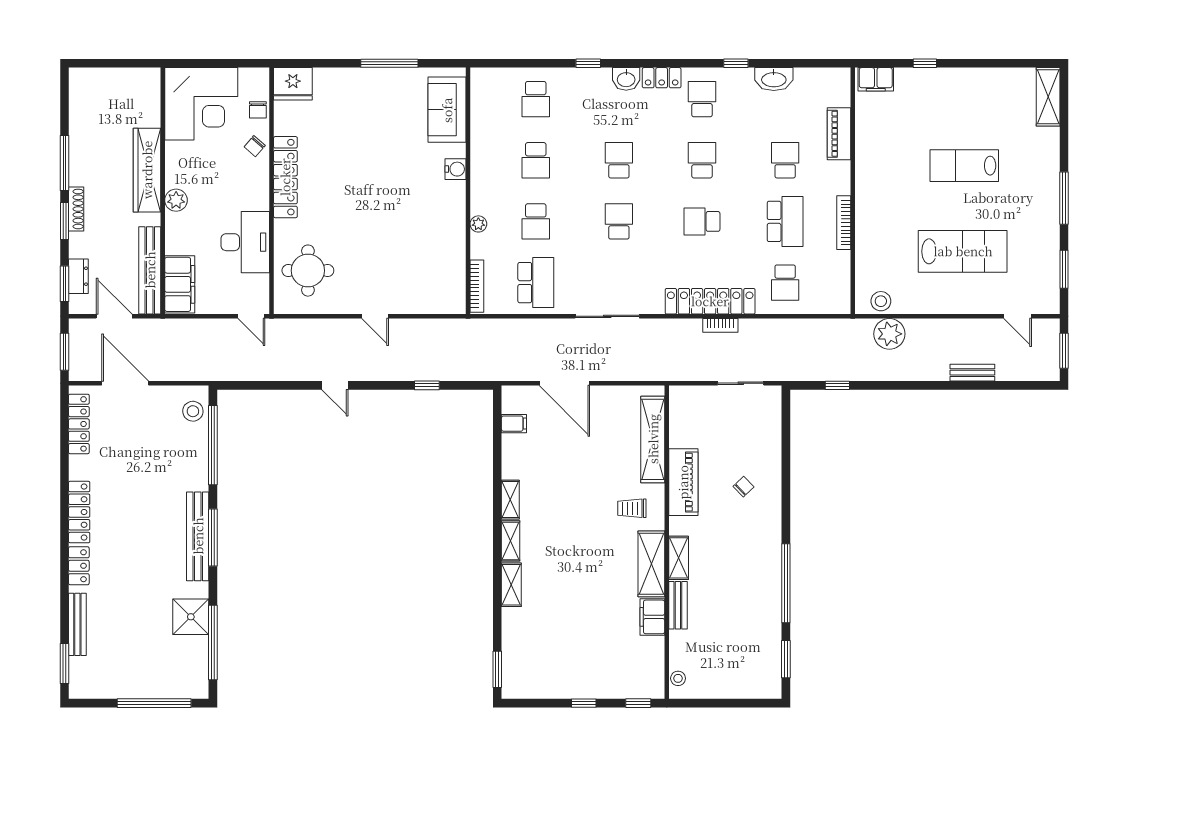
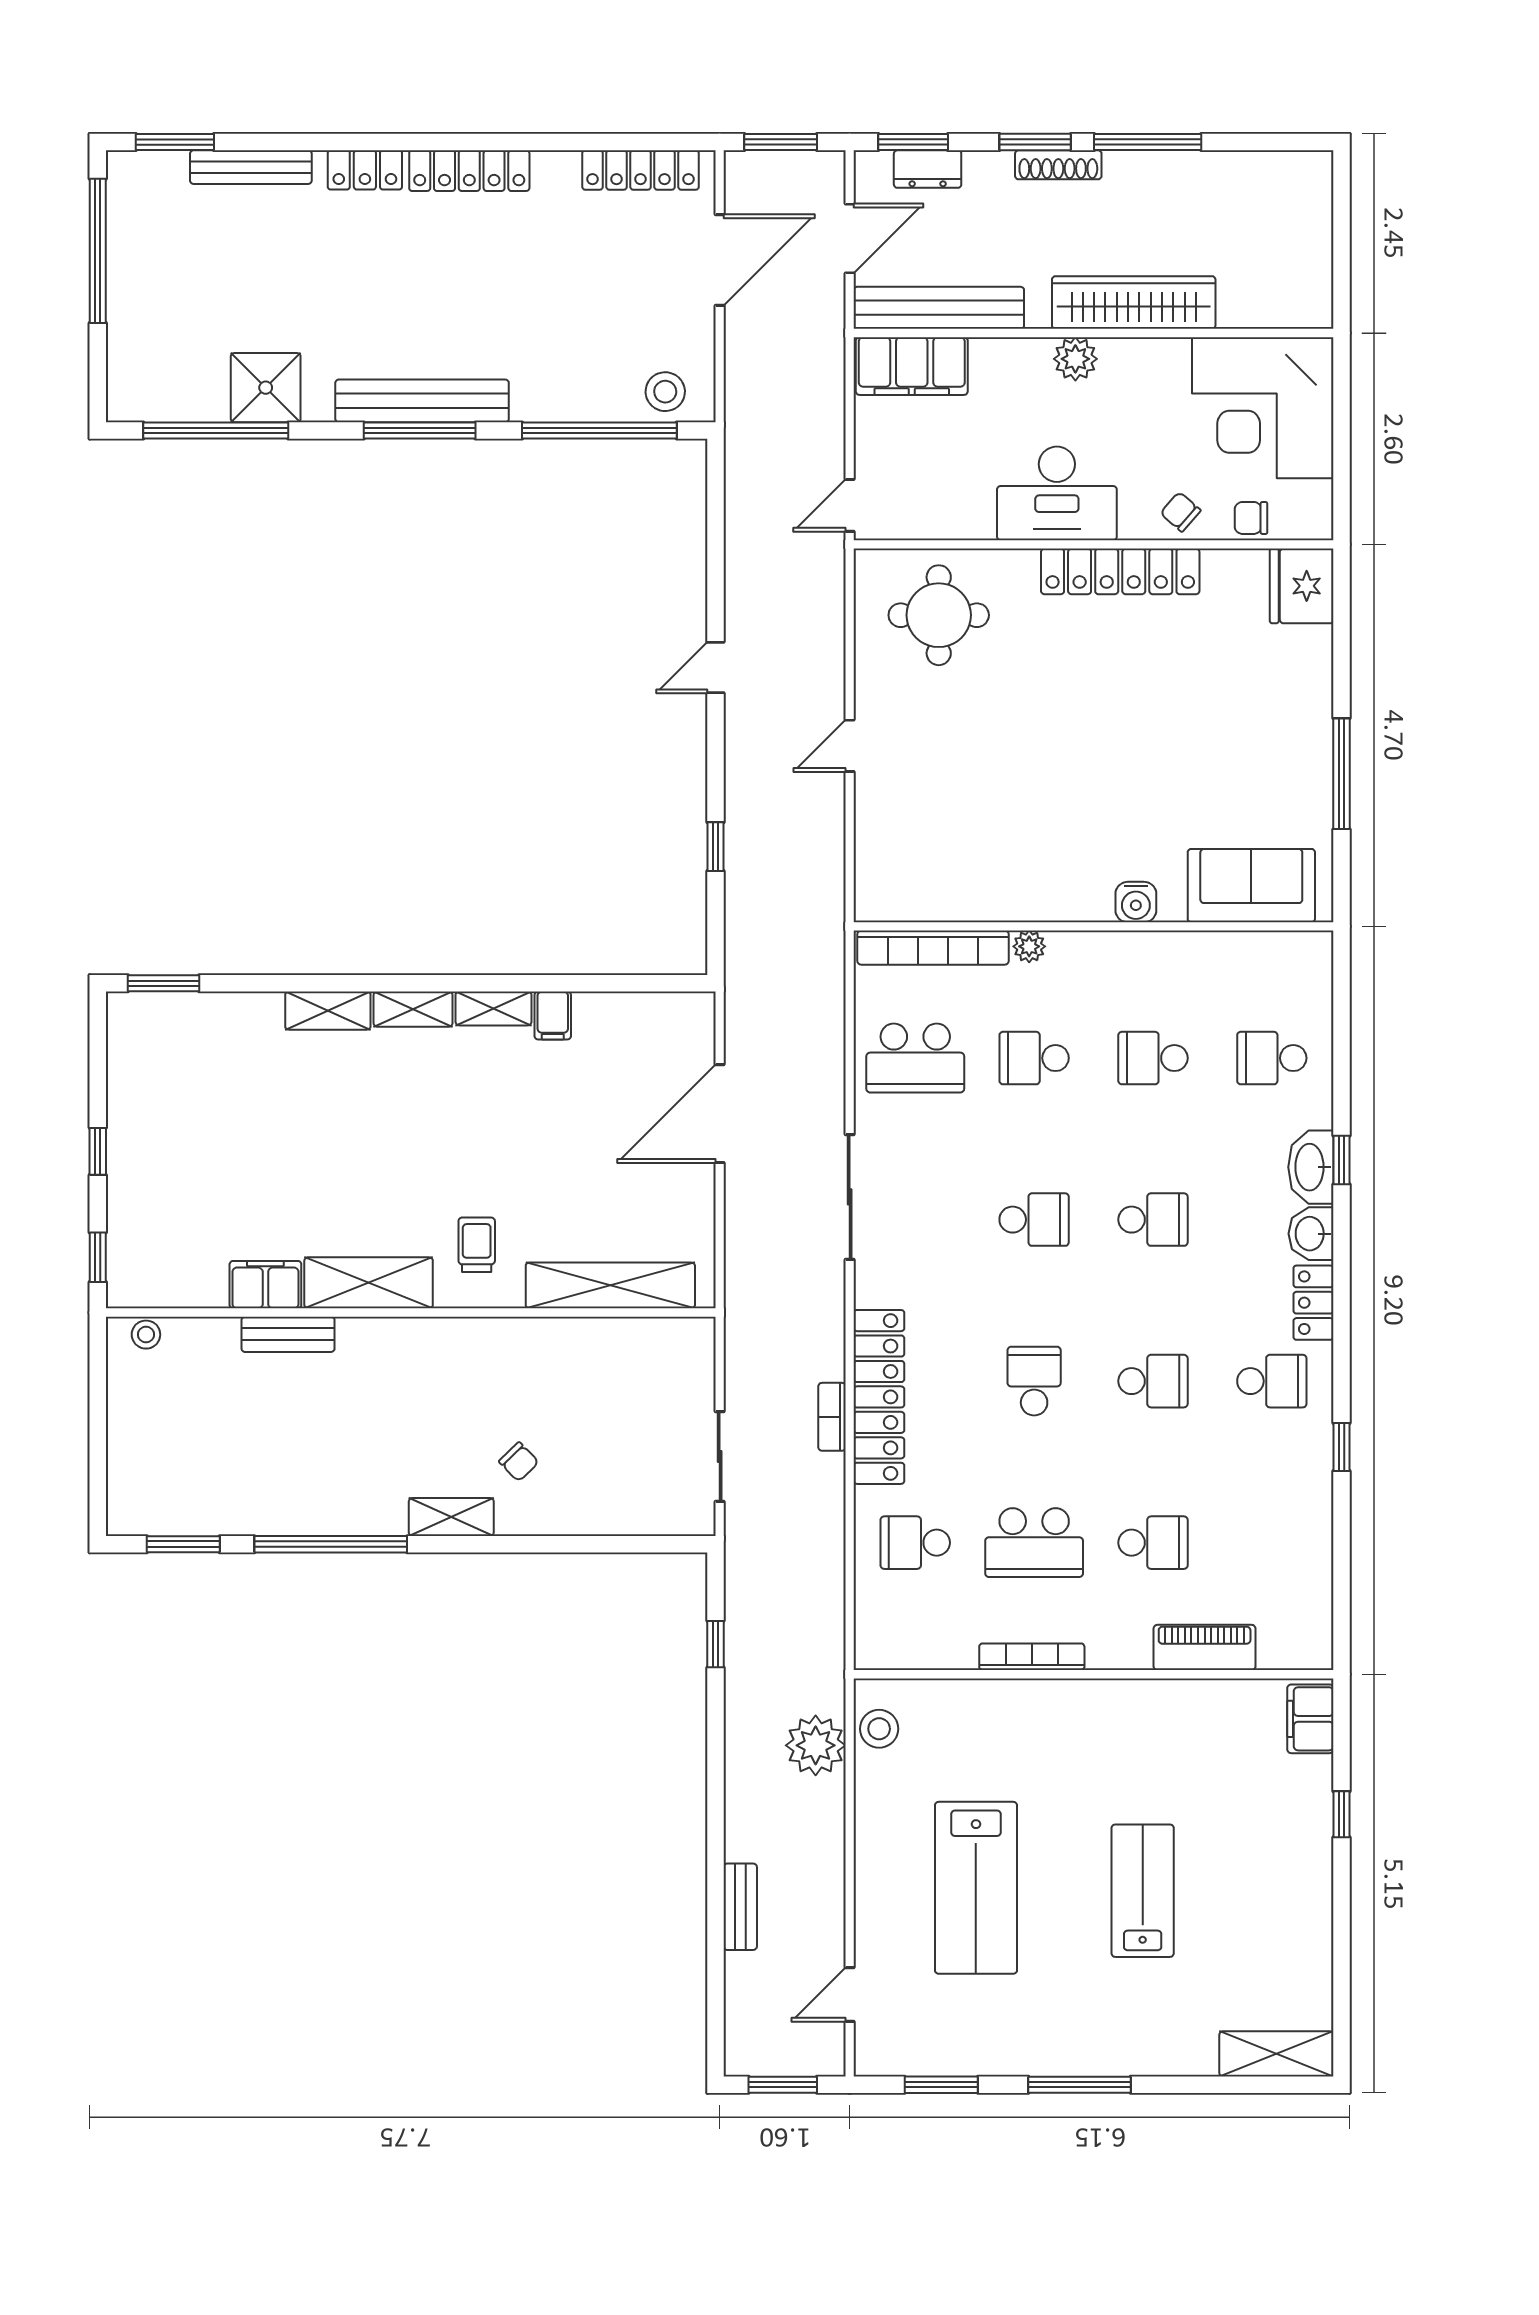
washbasin: (774, 79) -> (1311, 1167), moved
desk: (245, 242) -> (1057, 493), moved
bookcase: (477, 286) -> (933, 948), width x1.48, depth x1.31
filing cabinet: (514, 424) -> (553, 1016), moved
piano: (683, 482) -> (527, 1345), removed
shelving: (679, 558) -> (451, 1517), moved
window: (154, 703) -> (98, 251), moved

